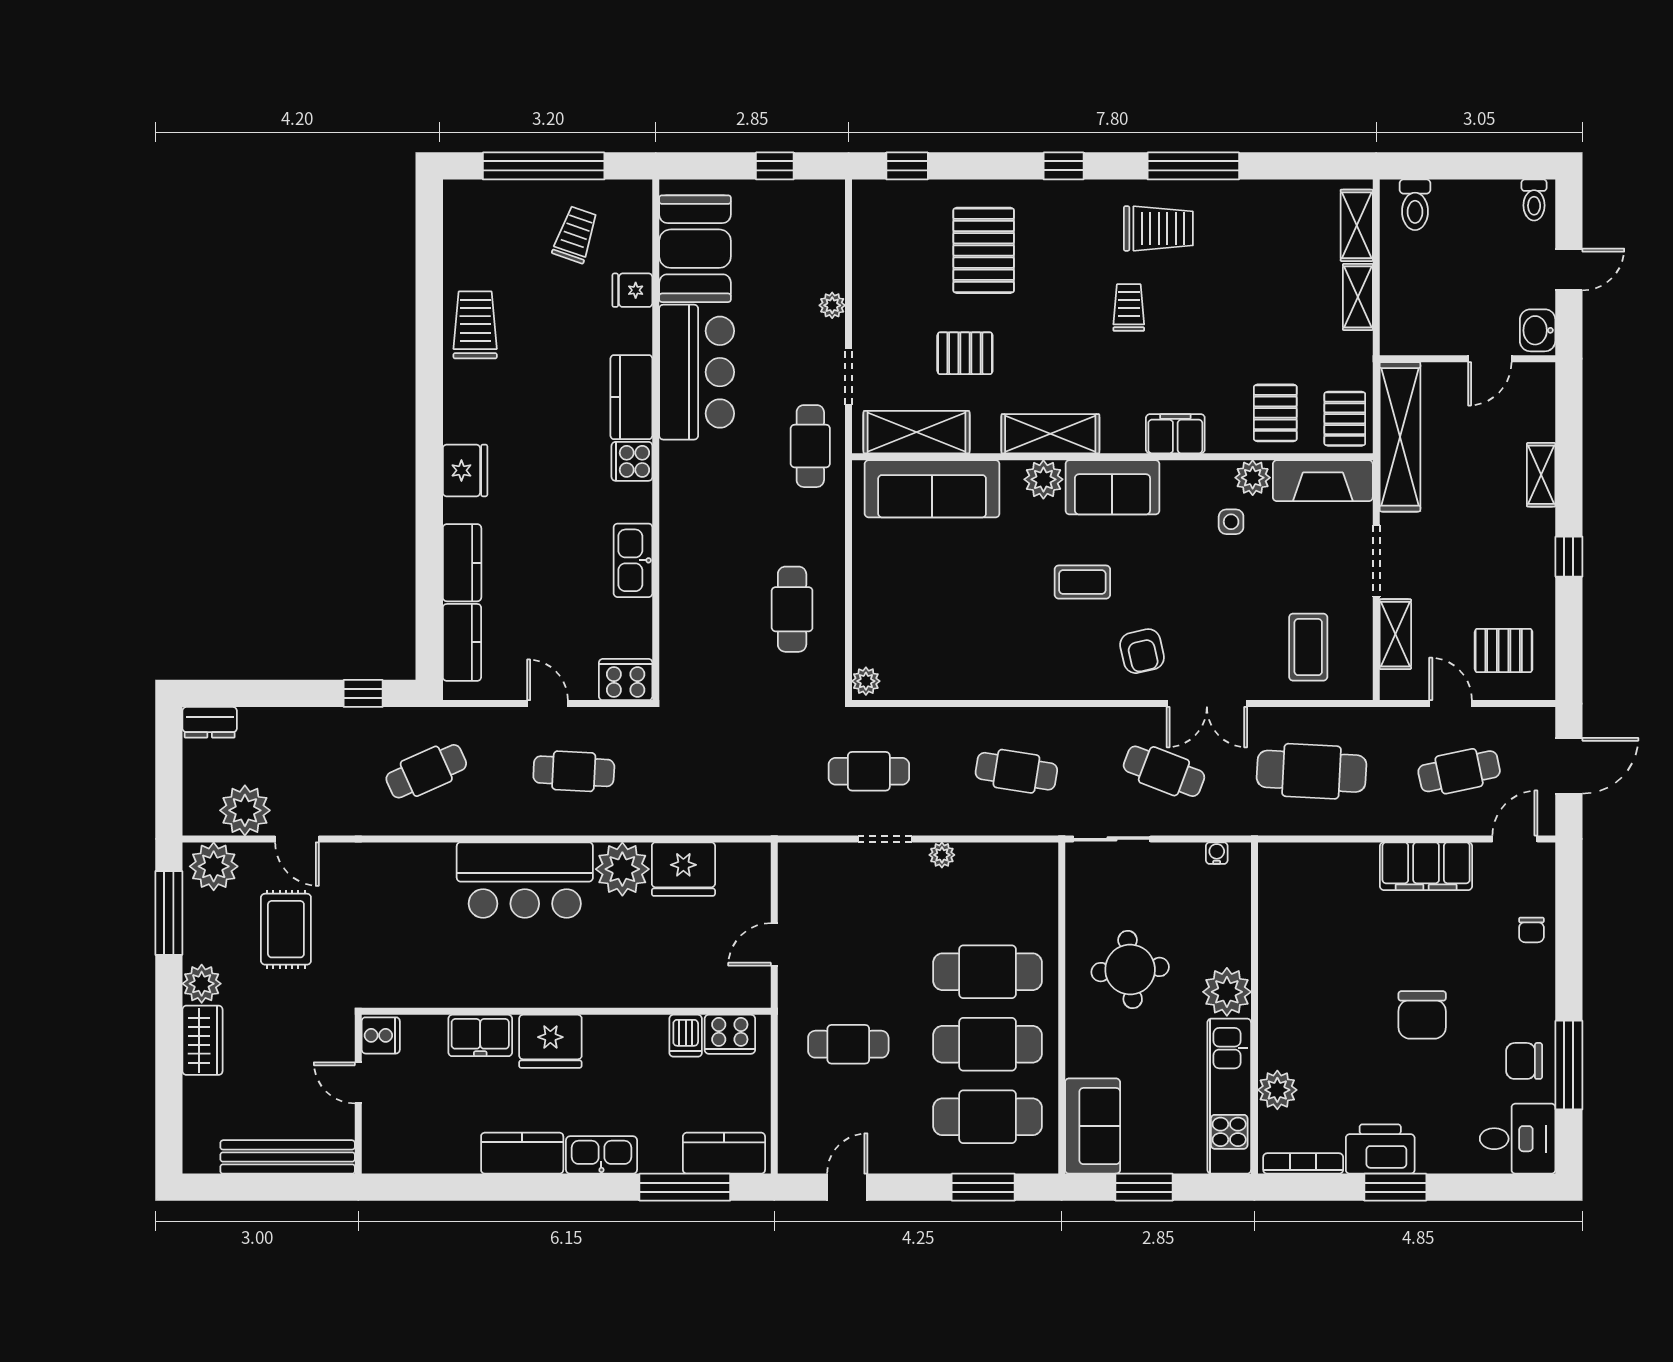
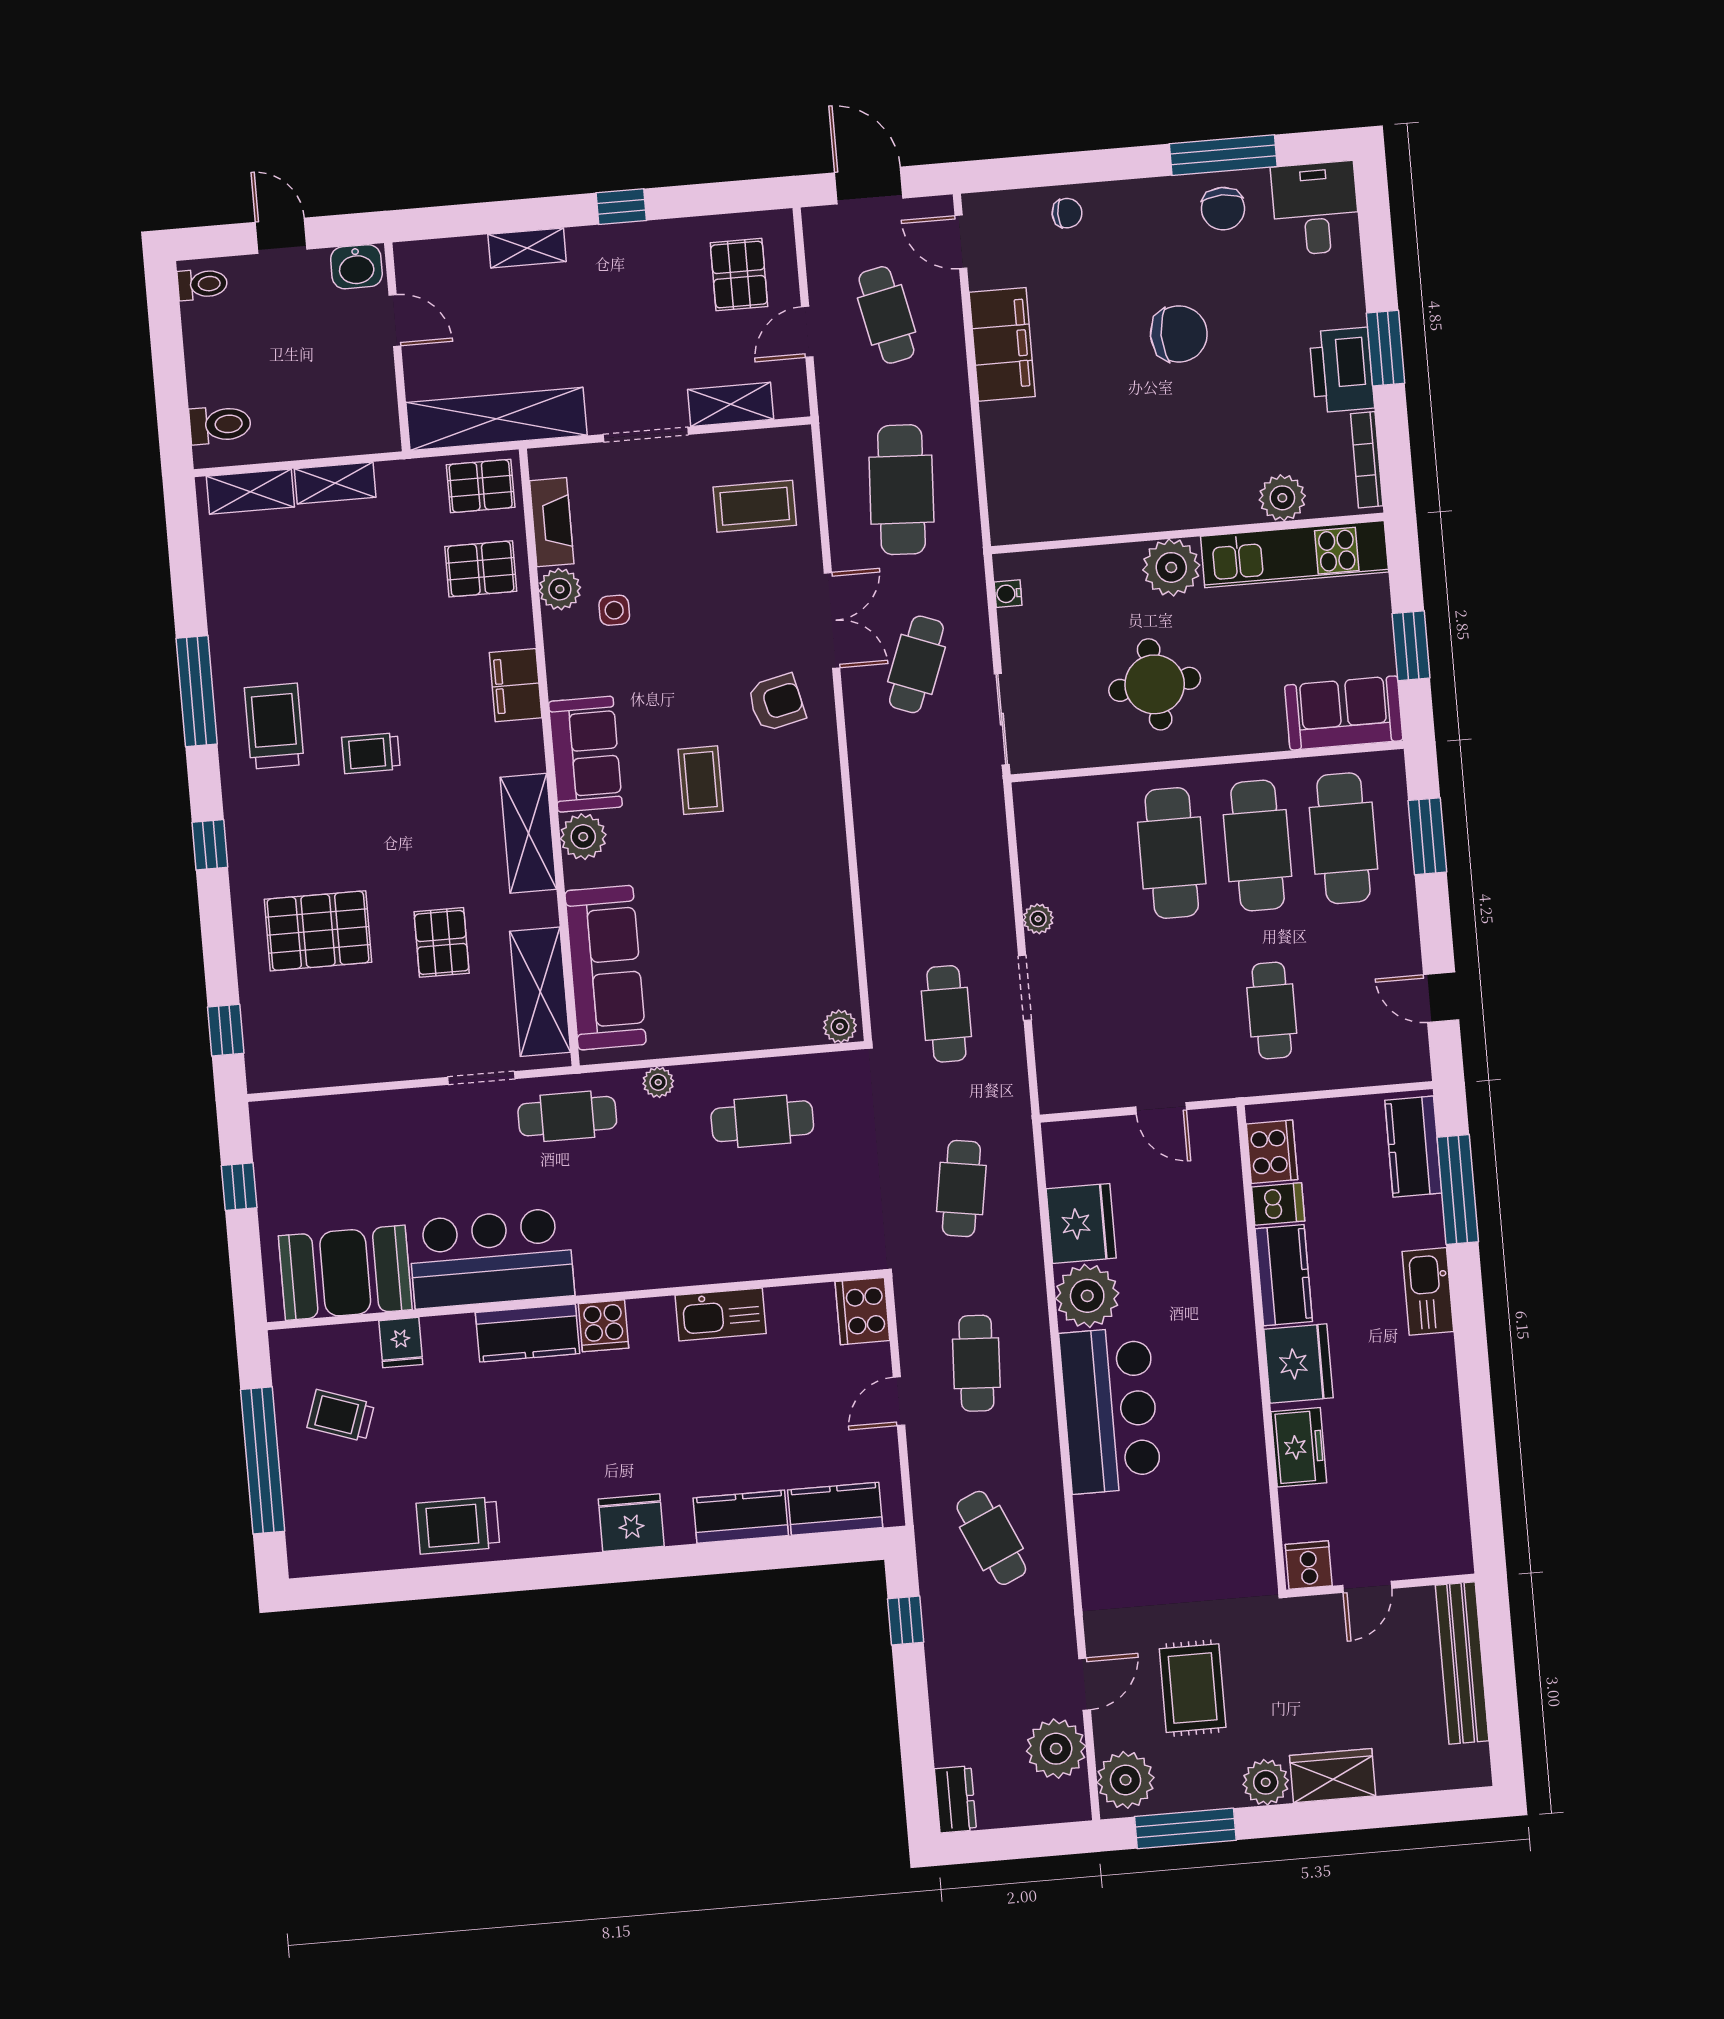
plant: (832, 305) -> (658, 1082), moved
fireplace: (1323, 481) -> (552, 522), width x0.73, depth x0.76
cafe table: (1016, 771) -> (961, 1189), moved
rug: (286, 929) -> (1193, 1688), turned 90
kitchen counter: (522, 1153) -> (1284, 1275), moved, turned 180

